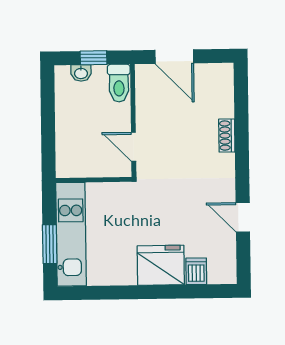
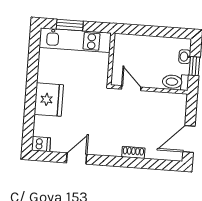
door: (174, 57) -> (189, 139), moved
door: (134, 147) -> (131, 88), hinge flipped
dishwasher: (196, 271) -> (41, 144), moved

